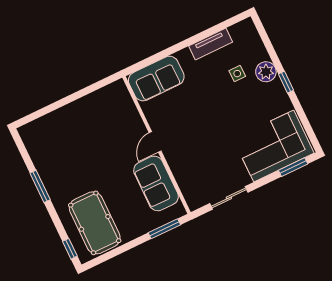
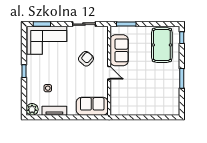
plant: (266, 72) -> (32, 109), moved
door: (155, 142) -> (109, 73), hinge flipped
armchair: (200, 146) -> (86, 59), added

